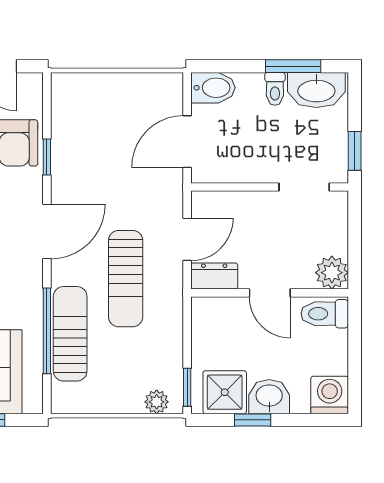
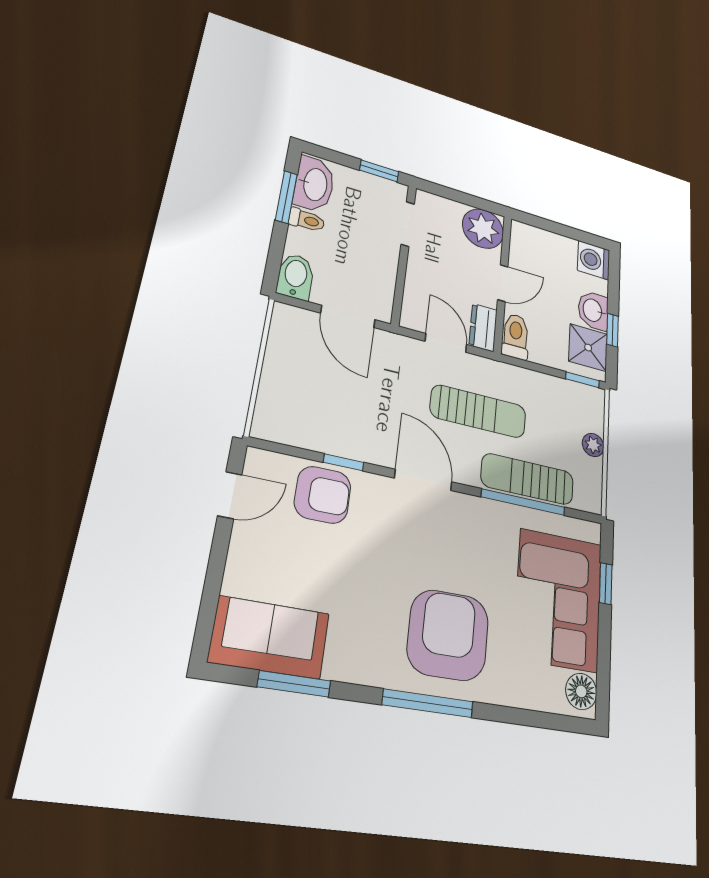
plant: (332, 273) -> (483, 229), width x1.36, depth x1.36
toilet: (325, 314) -> (515, 336), moved, turned 180
plant: (157, 402) -> (593, 445), moved

